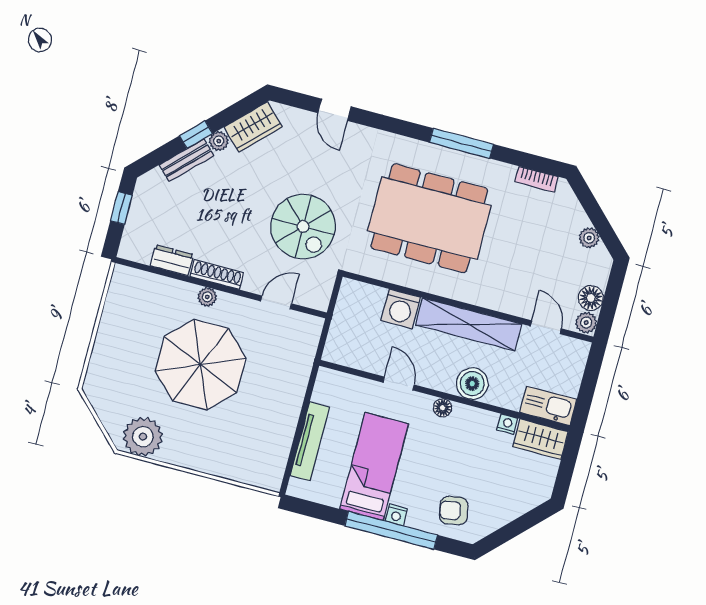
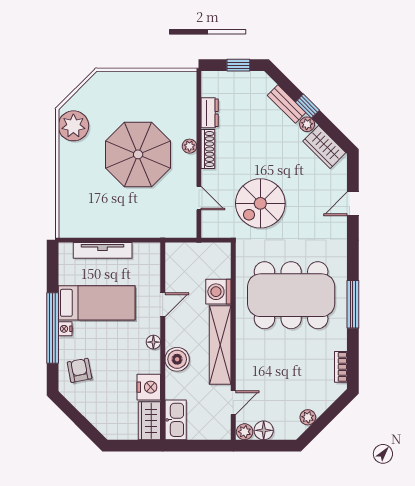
dining table: (429, 218) -> (291, 295), turned 90
nightstand: (507, 424) -> (149, 387), width x1.89, depth x1.79

